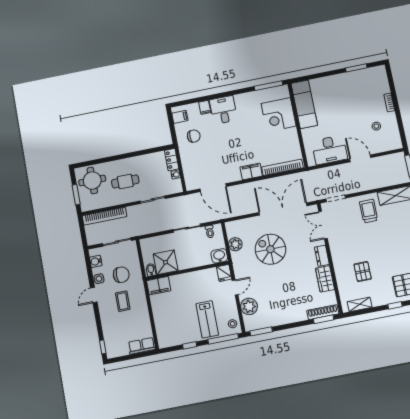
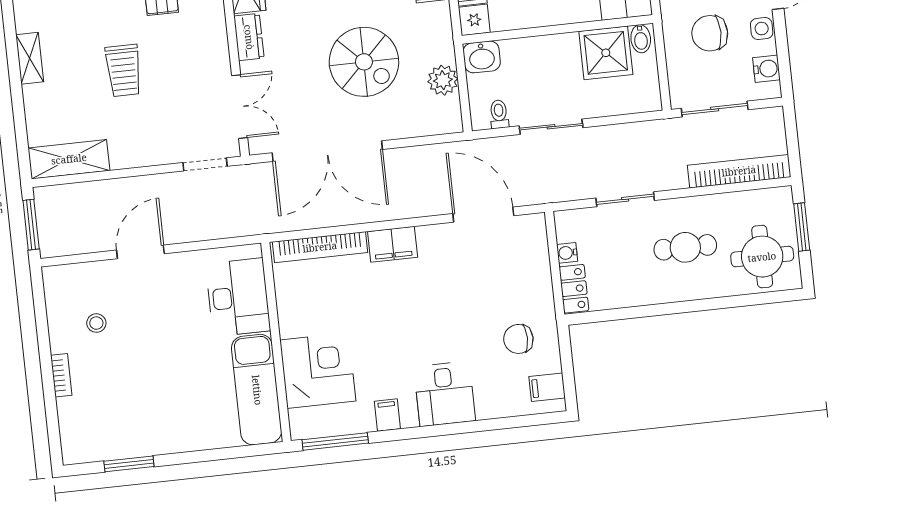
filing cabinet: (205, 107) -> (387, 415), moved
desk: (330, 150) -> (238, 297), moved, turned 90
door: (360, 158) -> (140, 252), swing flipped
trolley: (369, 211) -> (123, 70), moved

